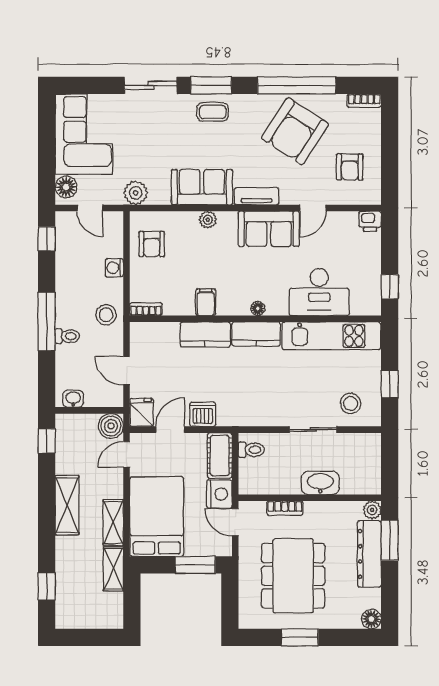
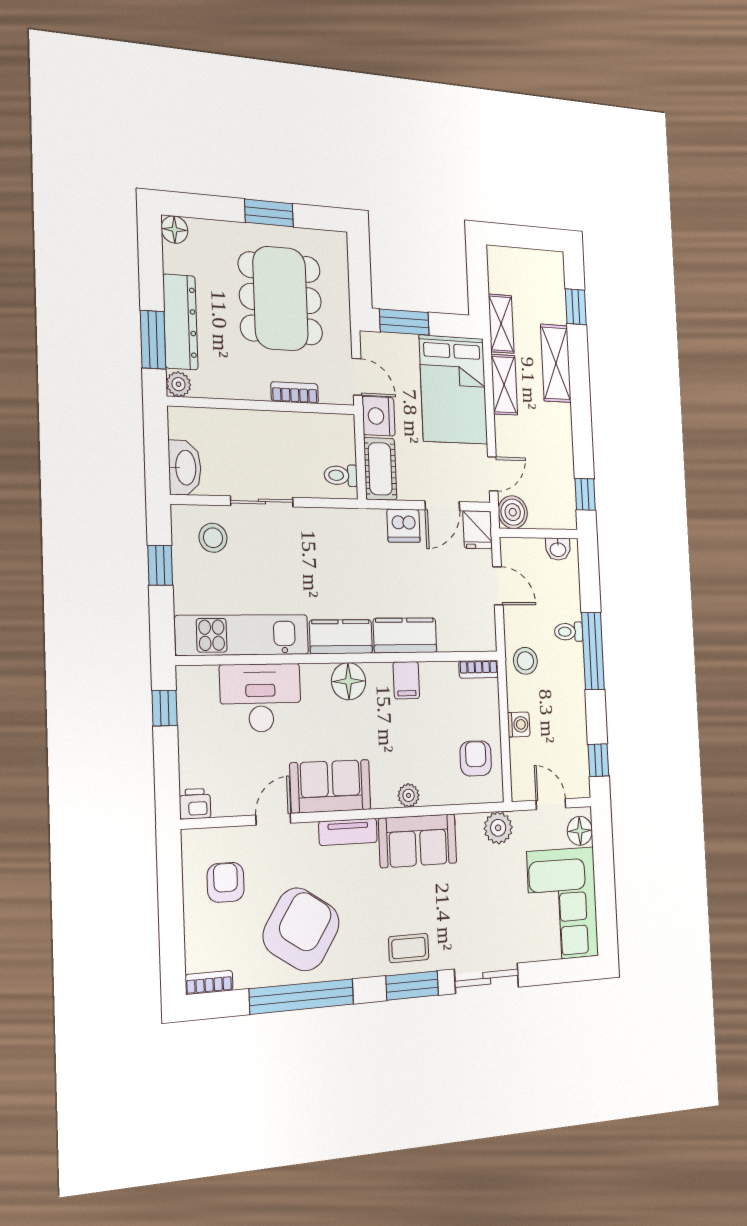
floor lamp: (258, 309) -> (349, 681), width x1.89, depth x1.89
washbasin: (320, 483) -> (185, 468), moved, turned -90
shelving: (67, 505) -> (556, 363), moved

